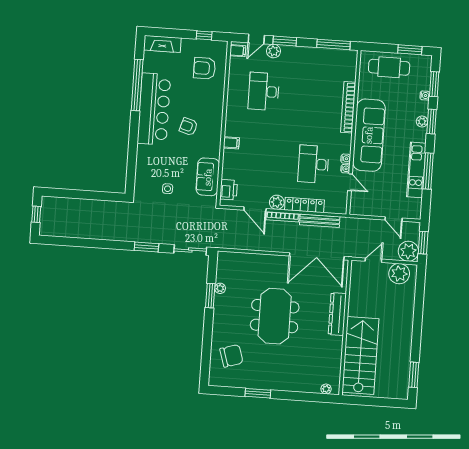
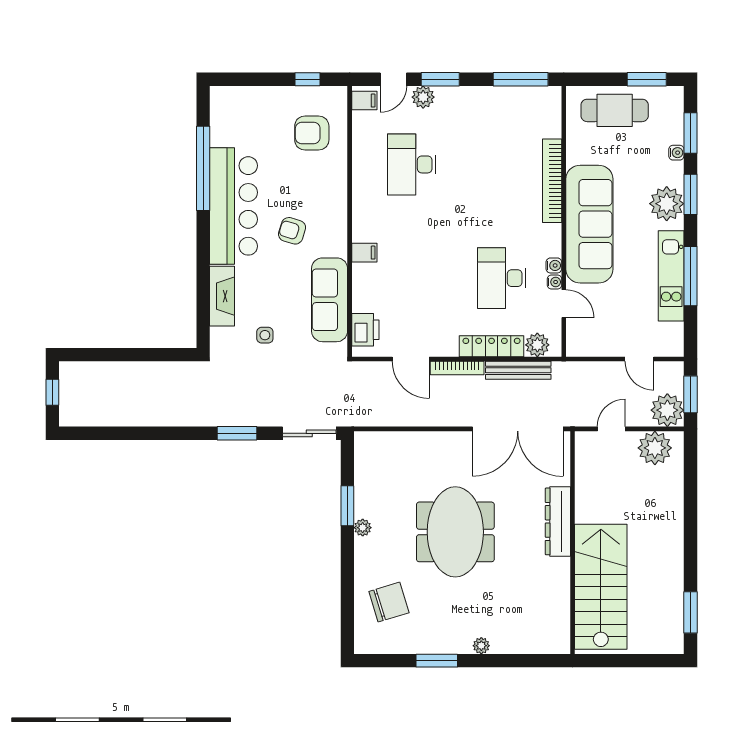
fireplace: (162, 44) -> (222, 296), moved, turned -90
plant: (422, 122) -> (667, 204), width x1.88, depth x1.88
sofa: (208, 177) -> (330, 300), width x1.36
plant: (277, 202) -> (537, 345), moved
plant: (220, 288) -> (363, 528), moved
plant: (326, 389) -> (481, 646), moved

